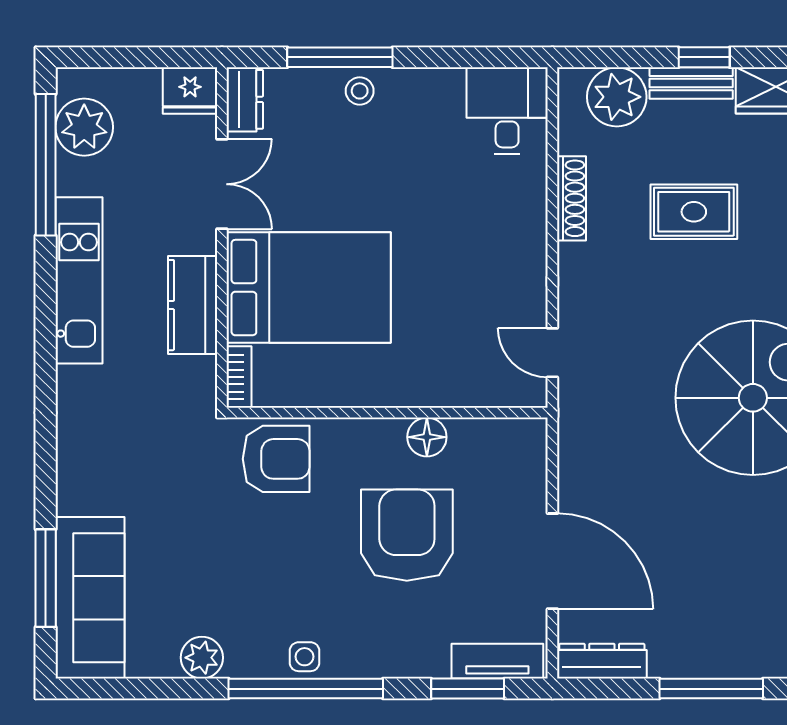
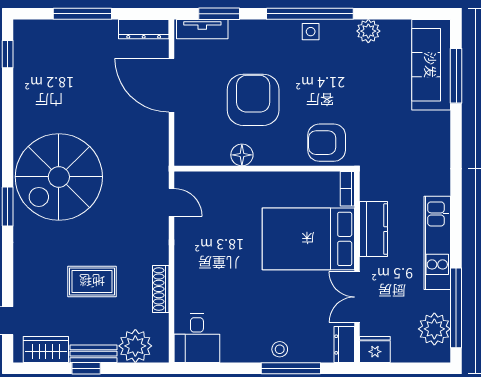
armchair: (407, 535) -> (253, 100), turned 180

